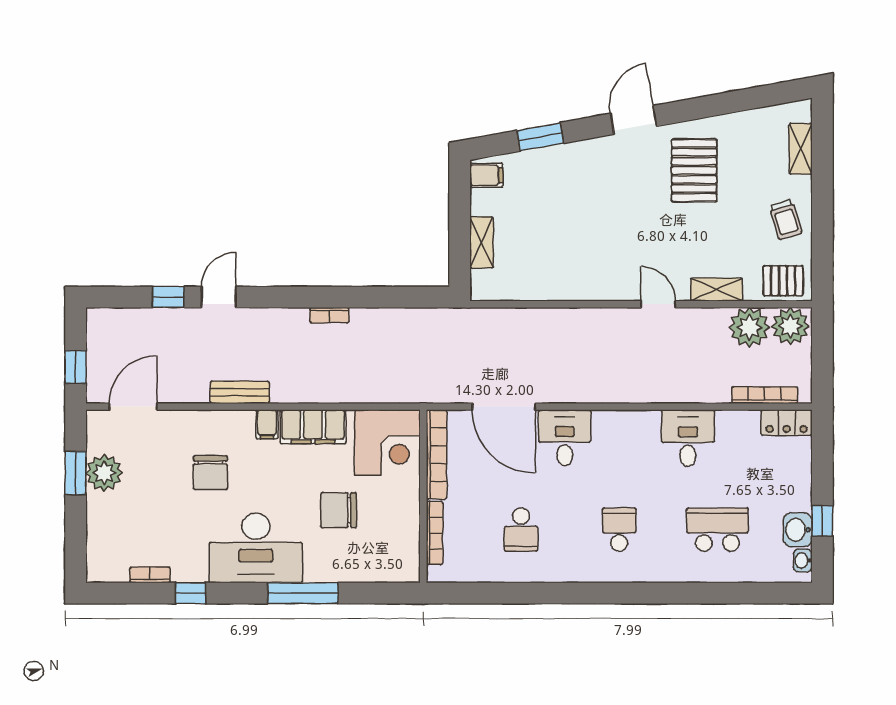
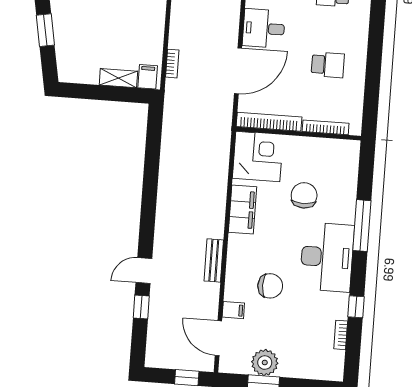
filing cabinet: (486, 175) -> (148, 77), moved
door: (219, 297) -> (144, 271), hinge flipped
bookcase: (329, 315) -> (172, 64), moved
filing cabinet: (267, 424) -> (233, 310), moved
chair: (339, 510) -> (304, 195), turned 180

